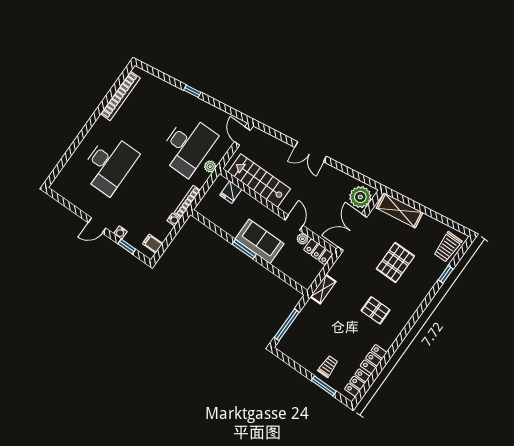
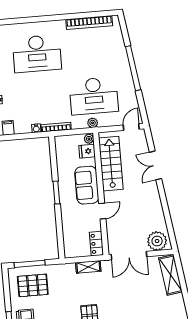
window: (192, 91) -> (133, 68), width x3.17
double door: (311, 152) -> (156, 165), moved
double door: (352, 232) -> (129, 255), swing flipped
plant: (302, 239) -> (89, 139), moved
sofa: (260, 241) -> (87, 185), moved, turned 180
pallet: (395, 262) -> (33, 285), moved
shelving: (323, 289) -> (88, 267), moved

